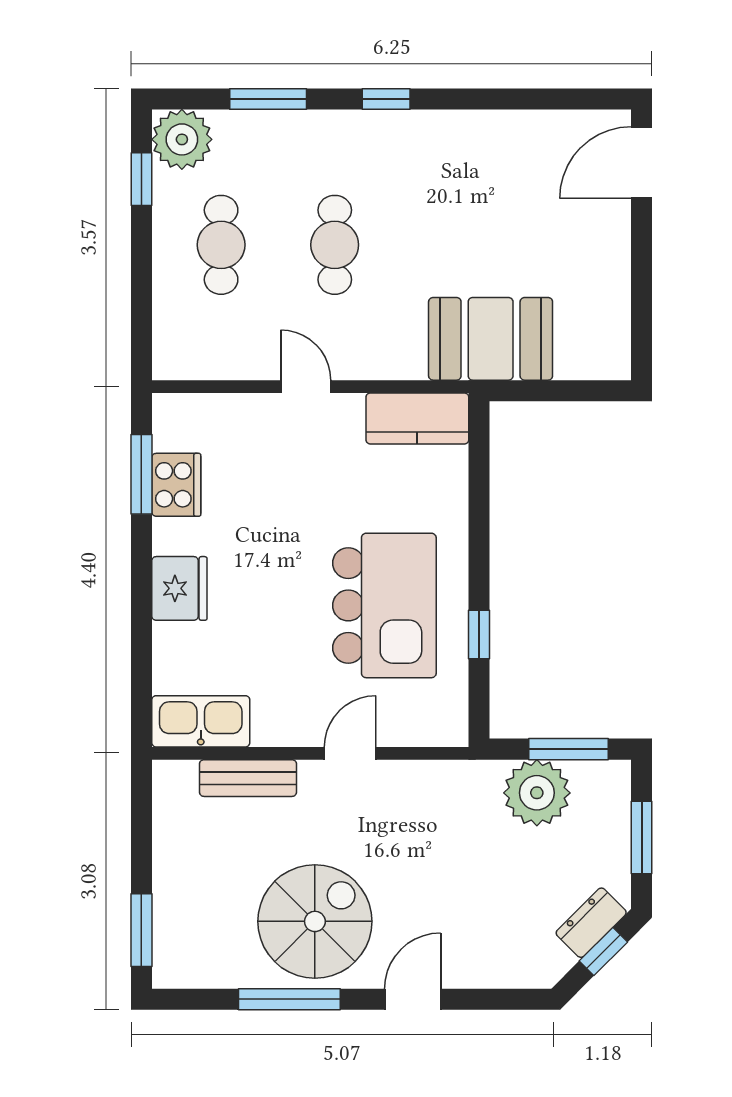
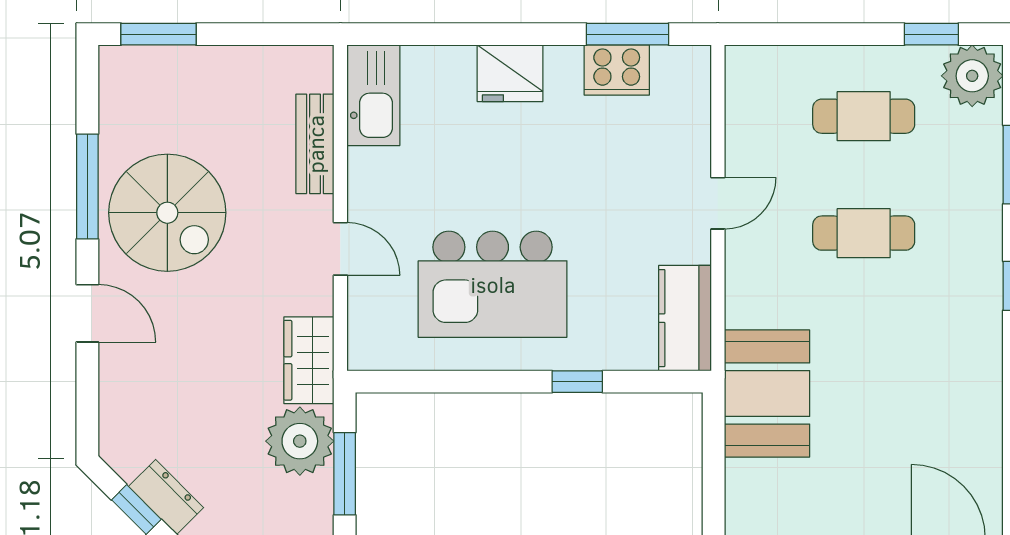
window: (479, 634) -> (577, 382), moved
wardrobe: (458, 784) -> (309, 360), added

